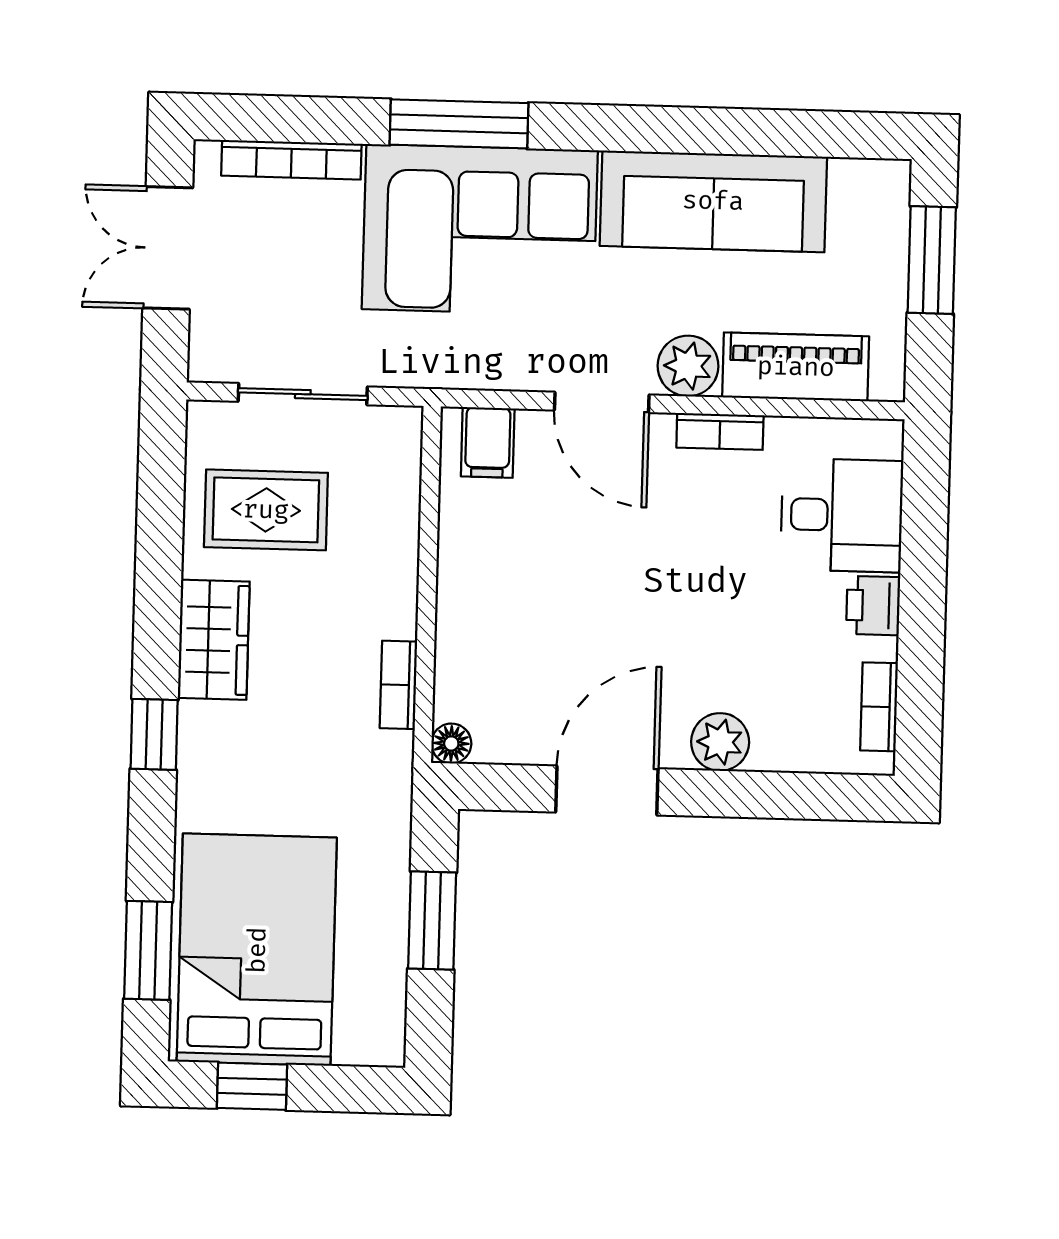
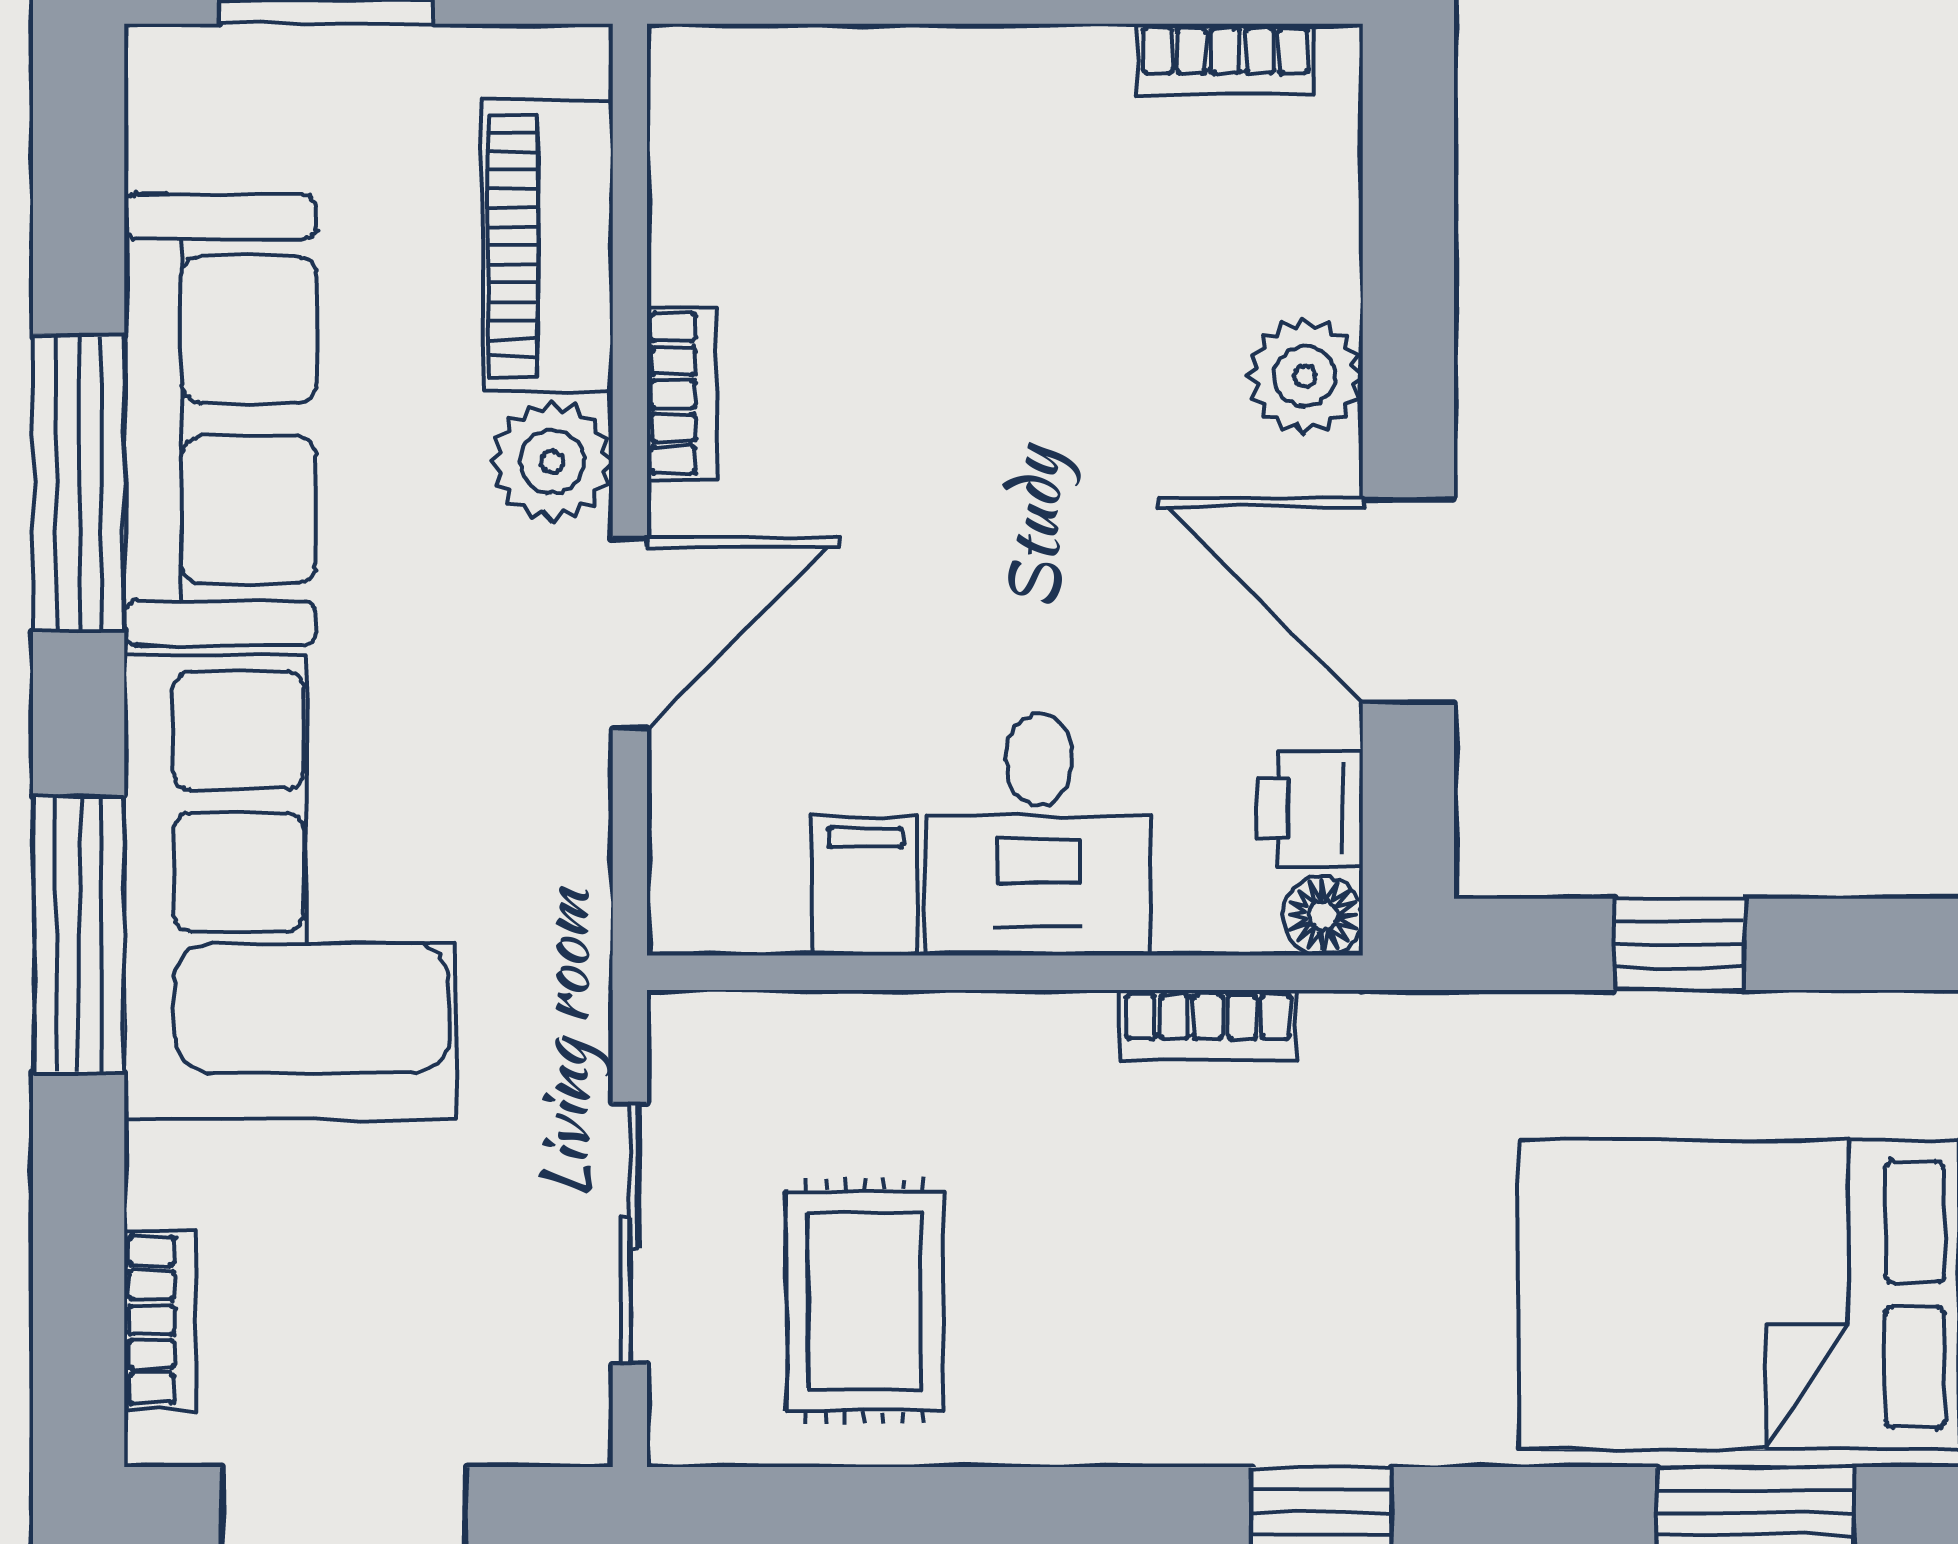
window: (684, 130) -> (79, 483), added
bookcase: (291, 160) -> (160, 1320), width x0.64
filing cabinet: (488, 442) -> (865, 886), moved, turned -90
desk: (842, 515) -> (1039, 835), moved, turned 180
printer: (873, 606) -> (1310, 808), moved, turned 90
wardrobe: (214, 640) -> (1128, 1398), removed
window: (432, 920) -> (1679, 944), width x0.67

